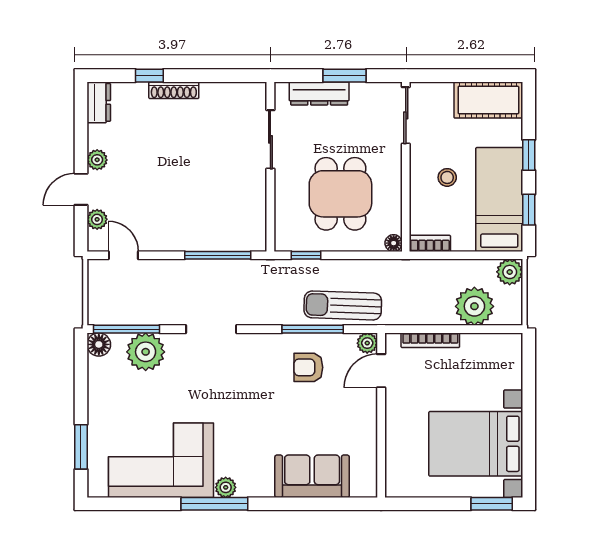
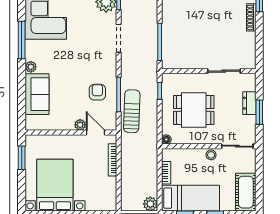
dresser: (319, 93) -> (249, 103), width x0.70
stool: (447, 177) -> (211, 155), moved
bookcase: (430, 243) -> (166, 173), moved
plant: (474, 306) -> (131, 184), removed
plant: (367, 343) -> (80, 125), moved
plant: (226, 487) -> (31, 67), moved
window: (492, 504) -> (22, 158), moved

